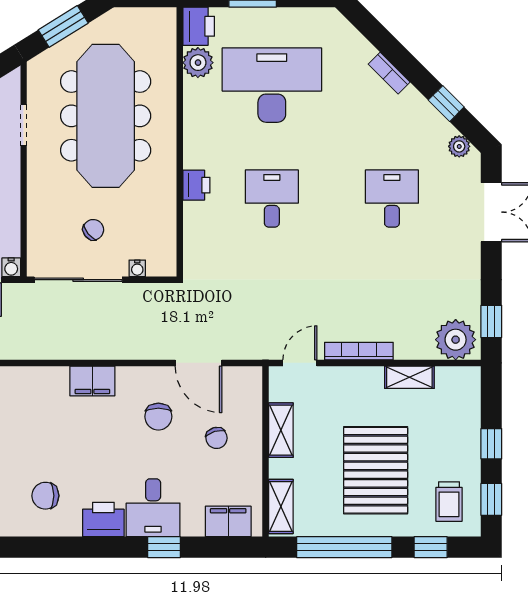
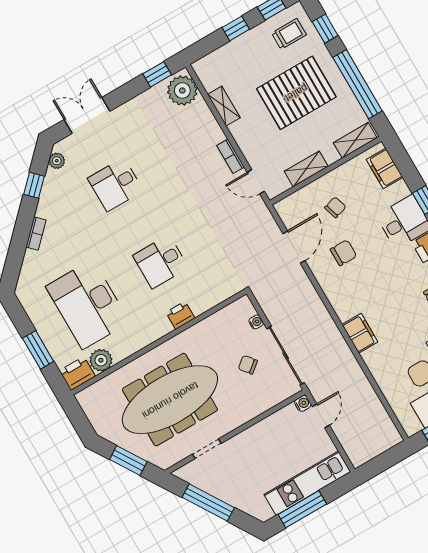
bookcase: (359, 351) -> (231, 156), width x0.64
filing cabinet: (92, 381) -> (360, 333), moved

